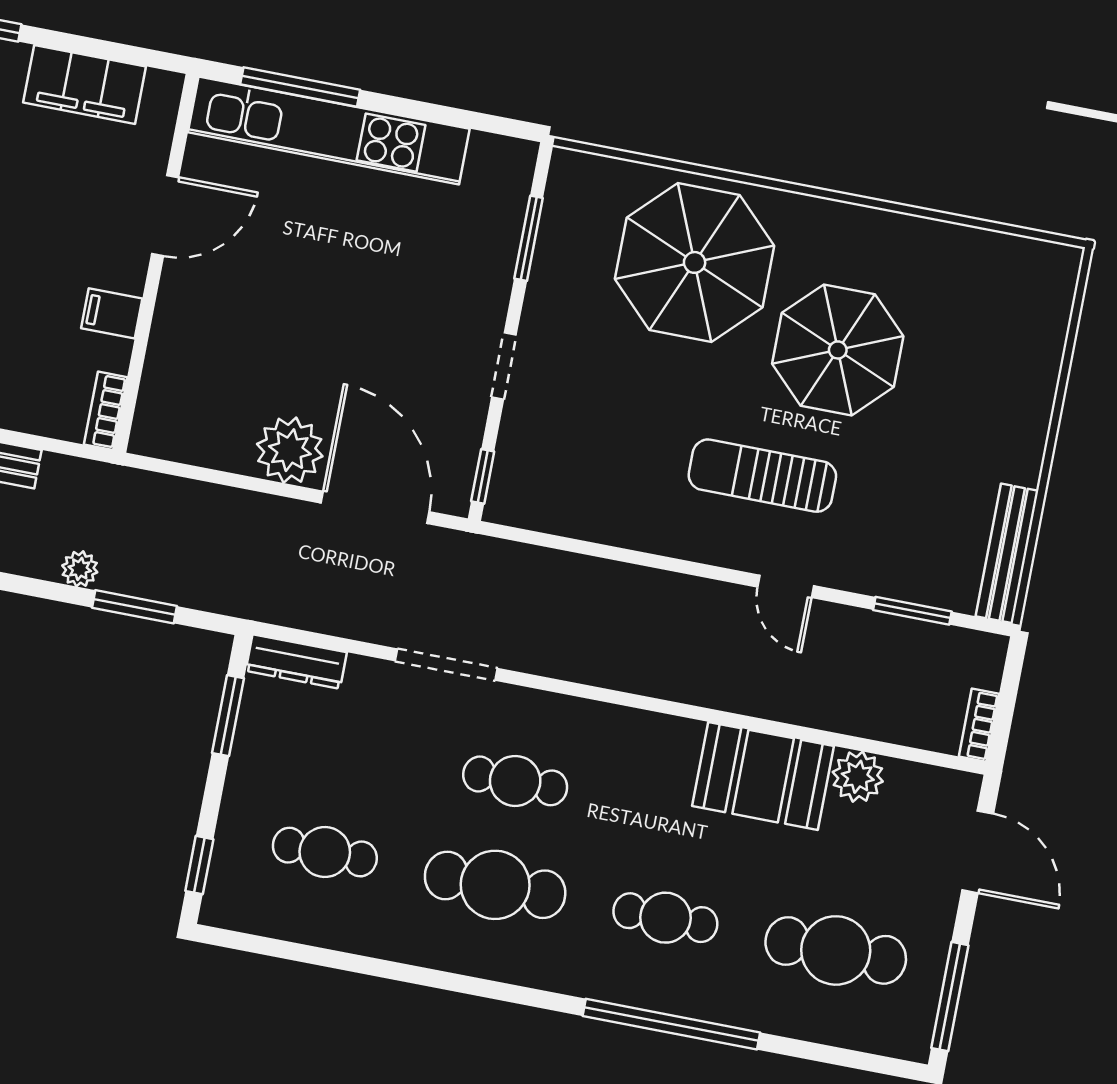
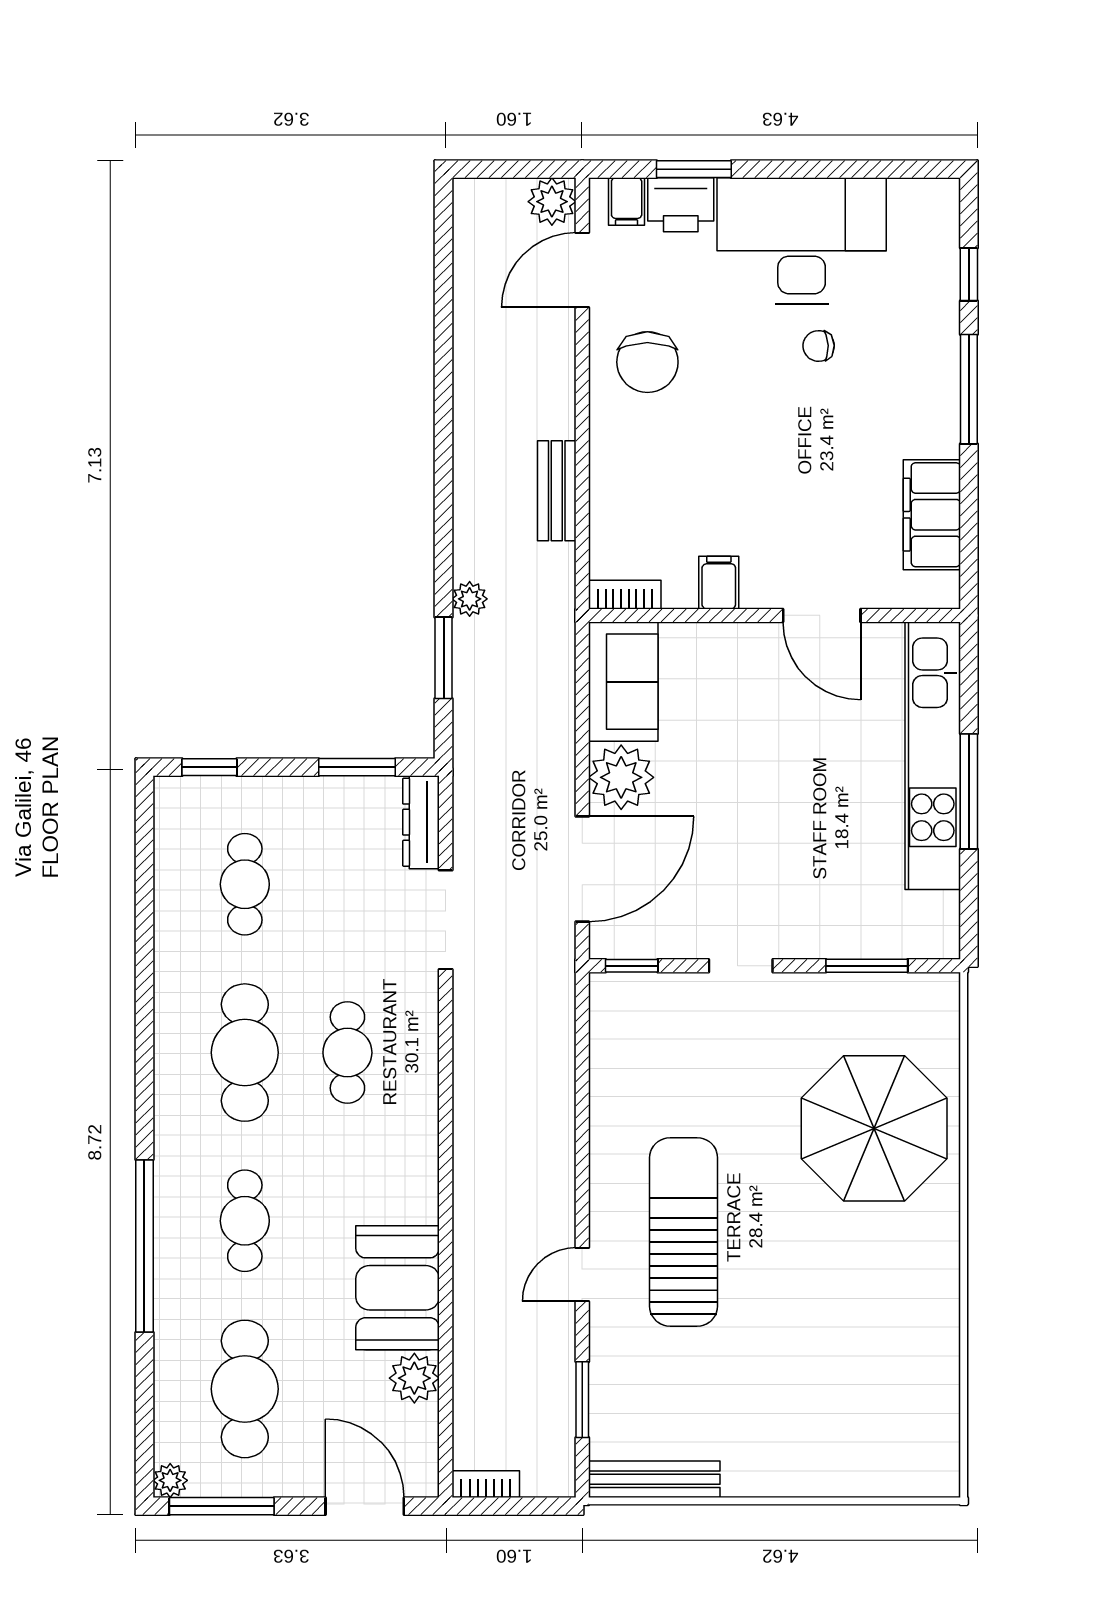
window: (300, 87) -> (969, 791), moved
parasol: (838, 350) -> (817, 1281), removed
sofa: (193, 429) -> (623, 682), added
sun lounger: (762, 476) -> (684, 1232), width x1.36, depth x1.34
doorway: (446, 665) -> (446, 920), moved
door: (978, 852) -> (365, 1506), swing flipped
plant: (914, 1044) -> (170, 1480), added

